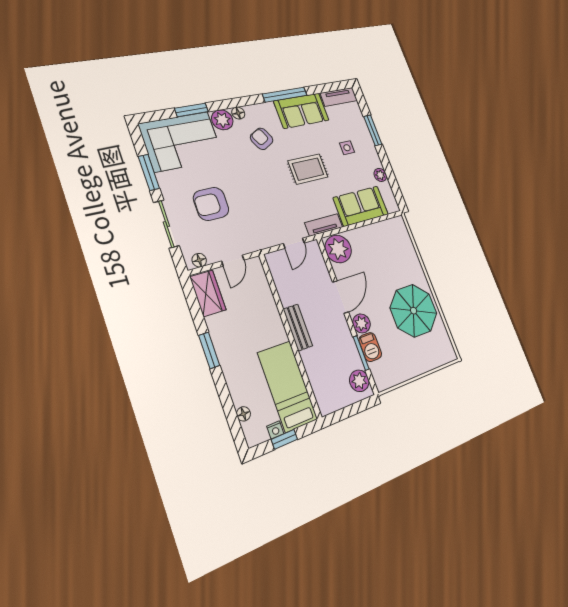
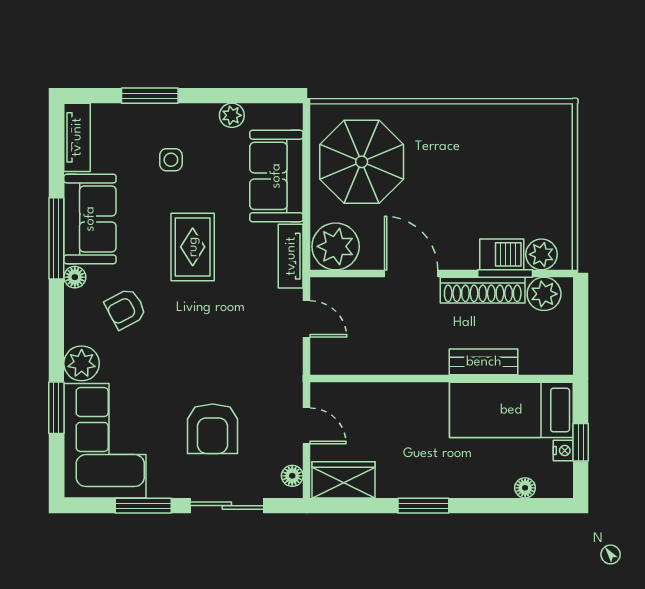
floor lamp: (238, 113) -> (75, 277), moved
parasol: (414, 311) -> (362, 162), moved
plant: (361, 323) -> (542, 254), moved
bench: (298, 327) -> (484, 362), moved
shoe rack: (348, 343) -> (483, 290), added

